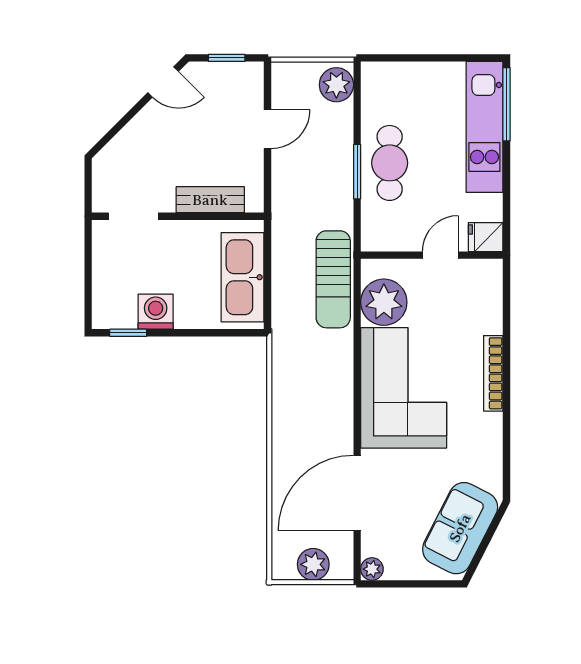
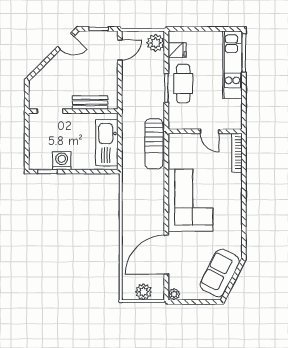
door: (267, 129) -> (120, 50), moved
fridge: (486, 237) -> (177, 50), moved, turned 180
door: (440, 255) -> (210, 131), swing flipped
plant: (384, 302) -> (180, 156), removed
bookcase: (493, 373) -> (237, 153), moved

